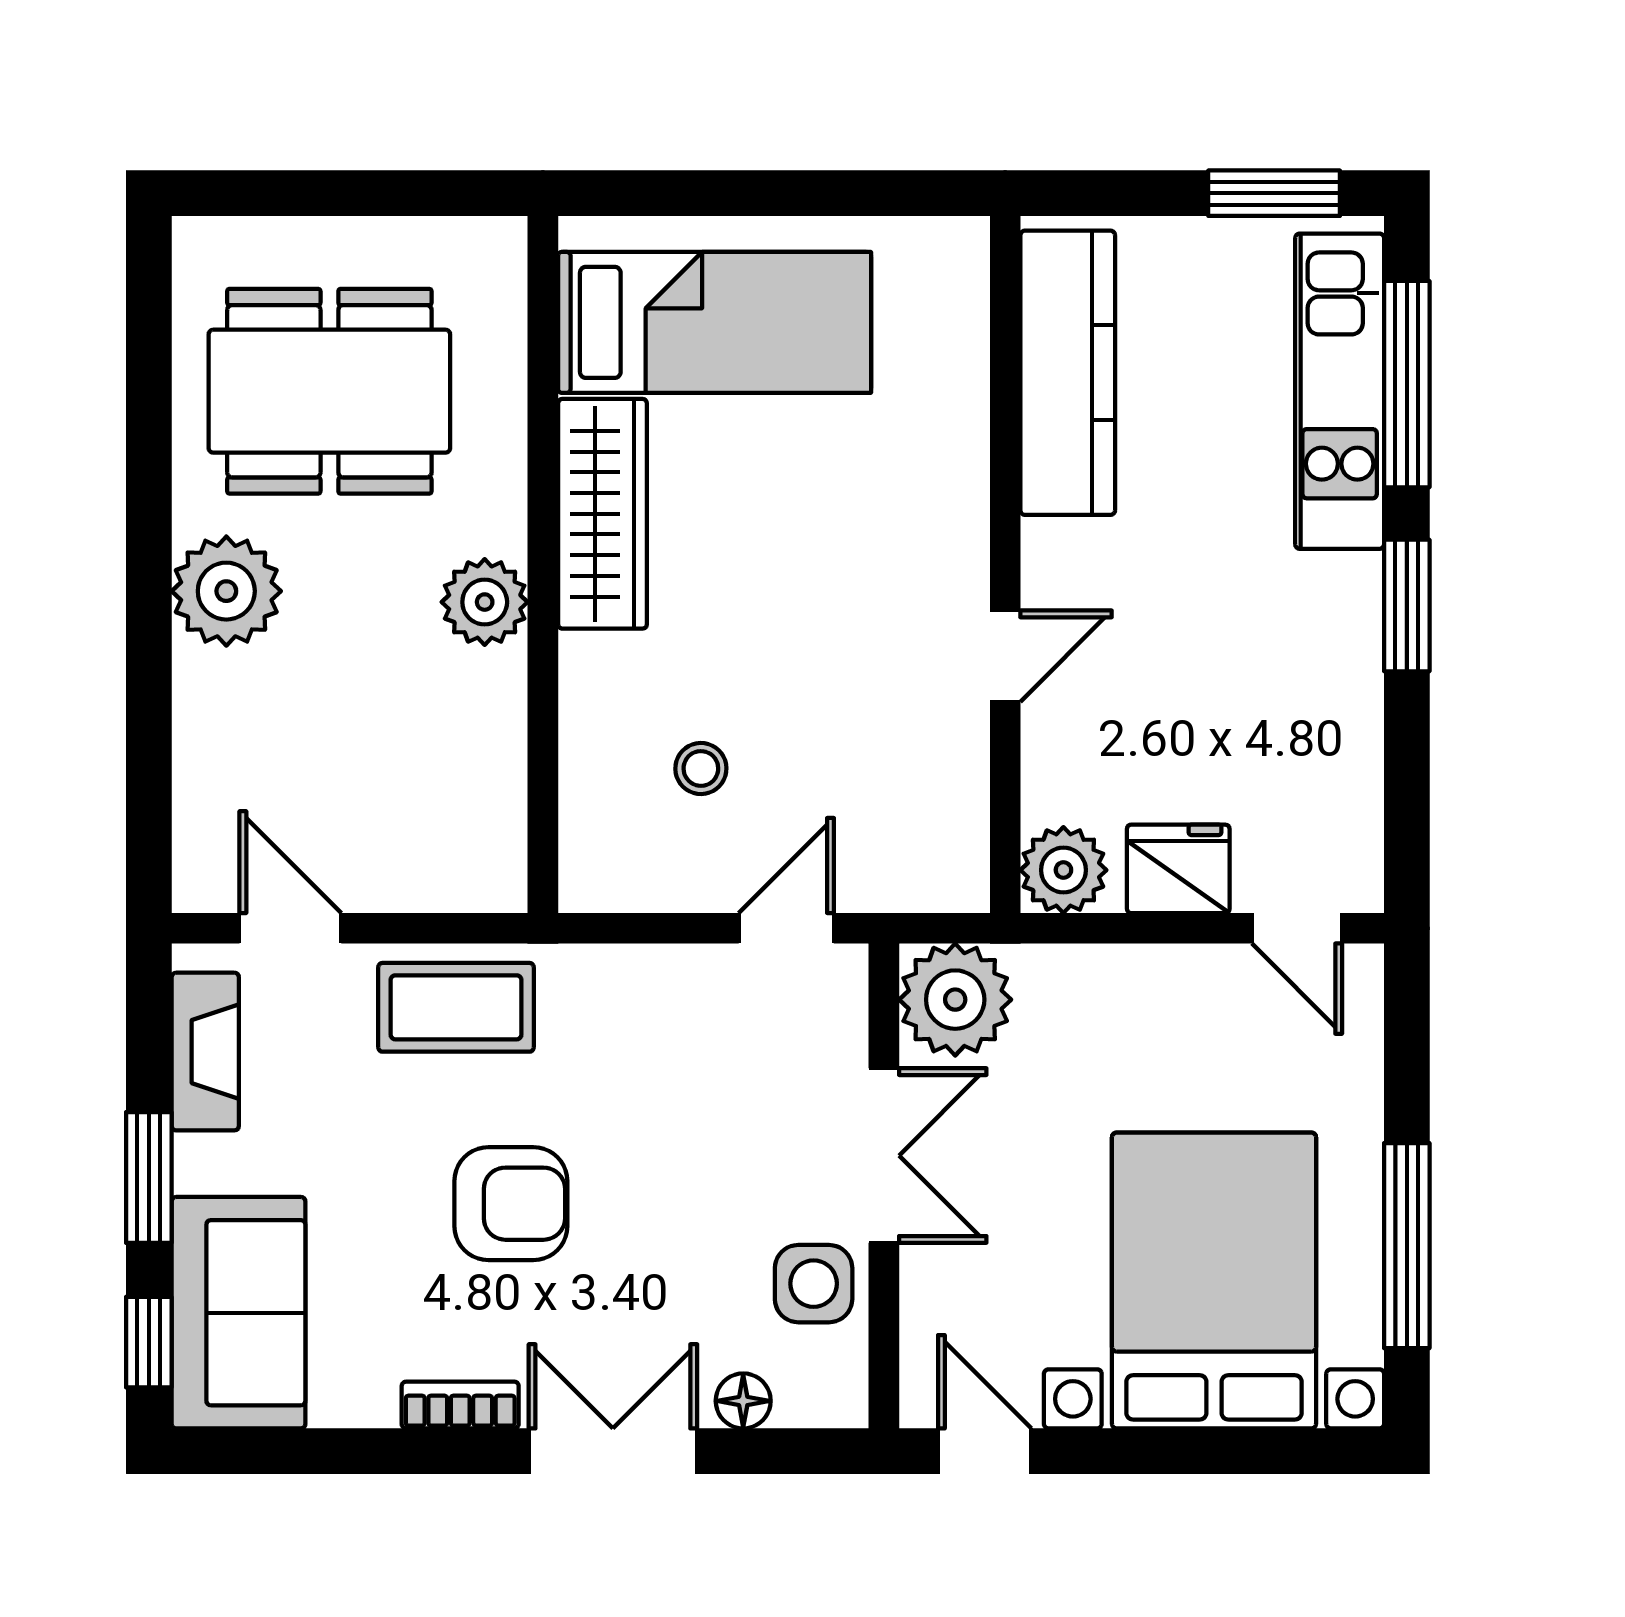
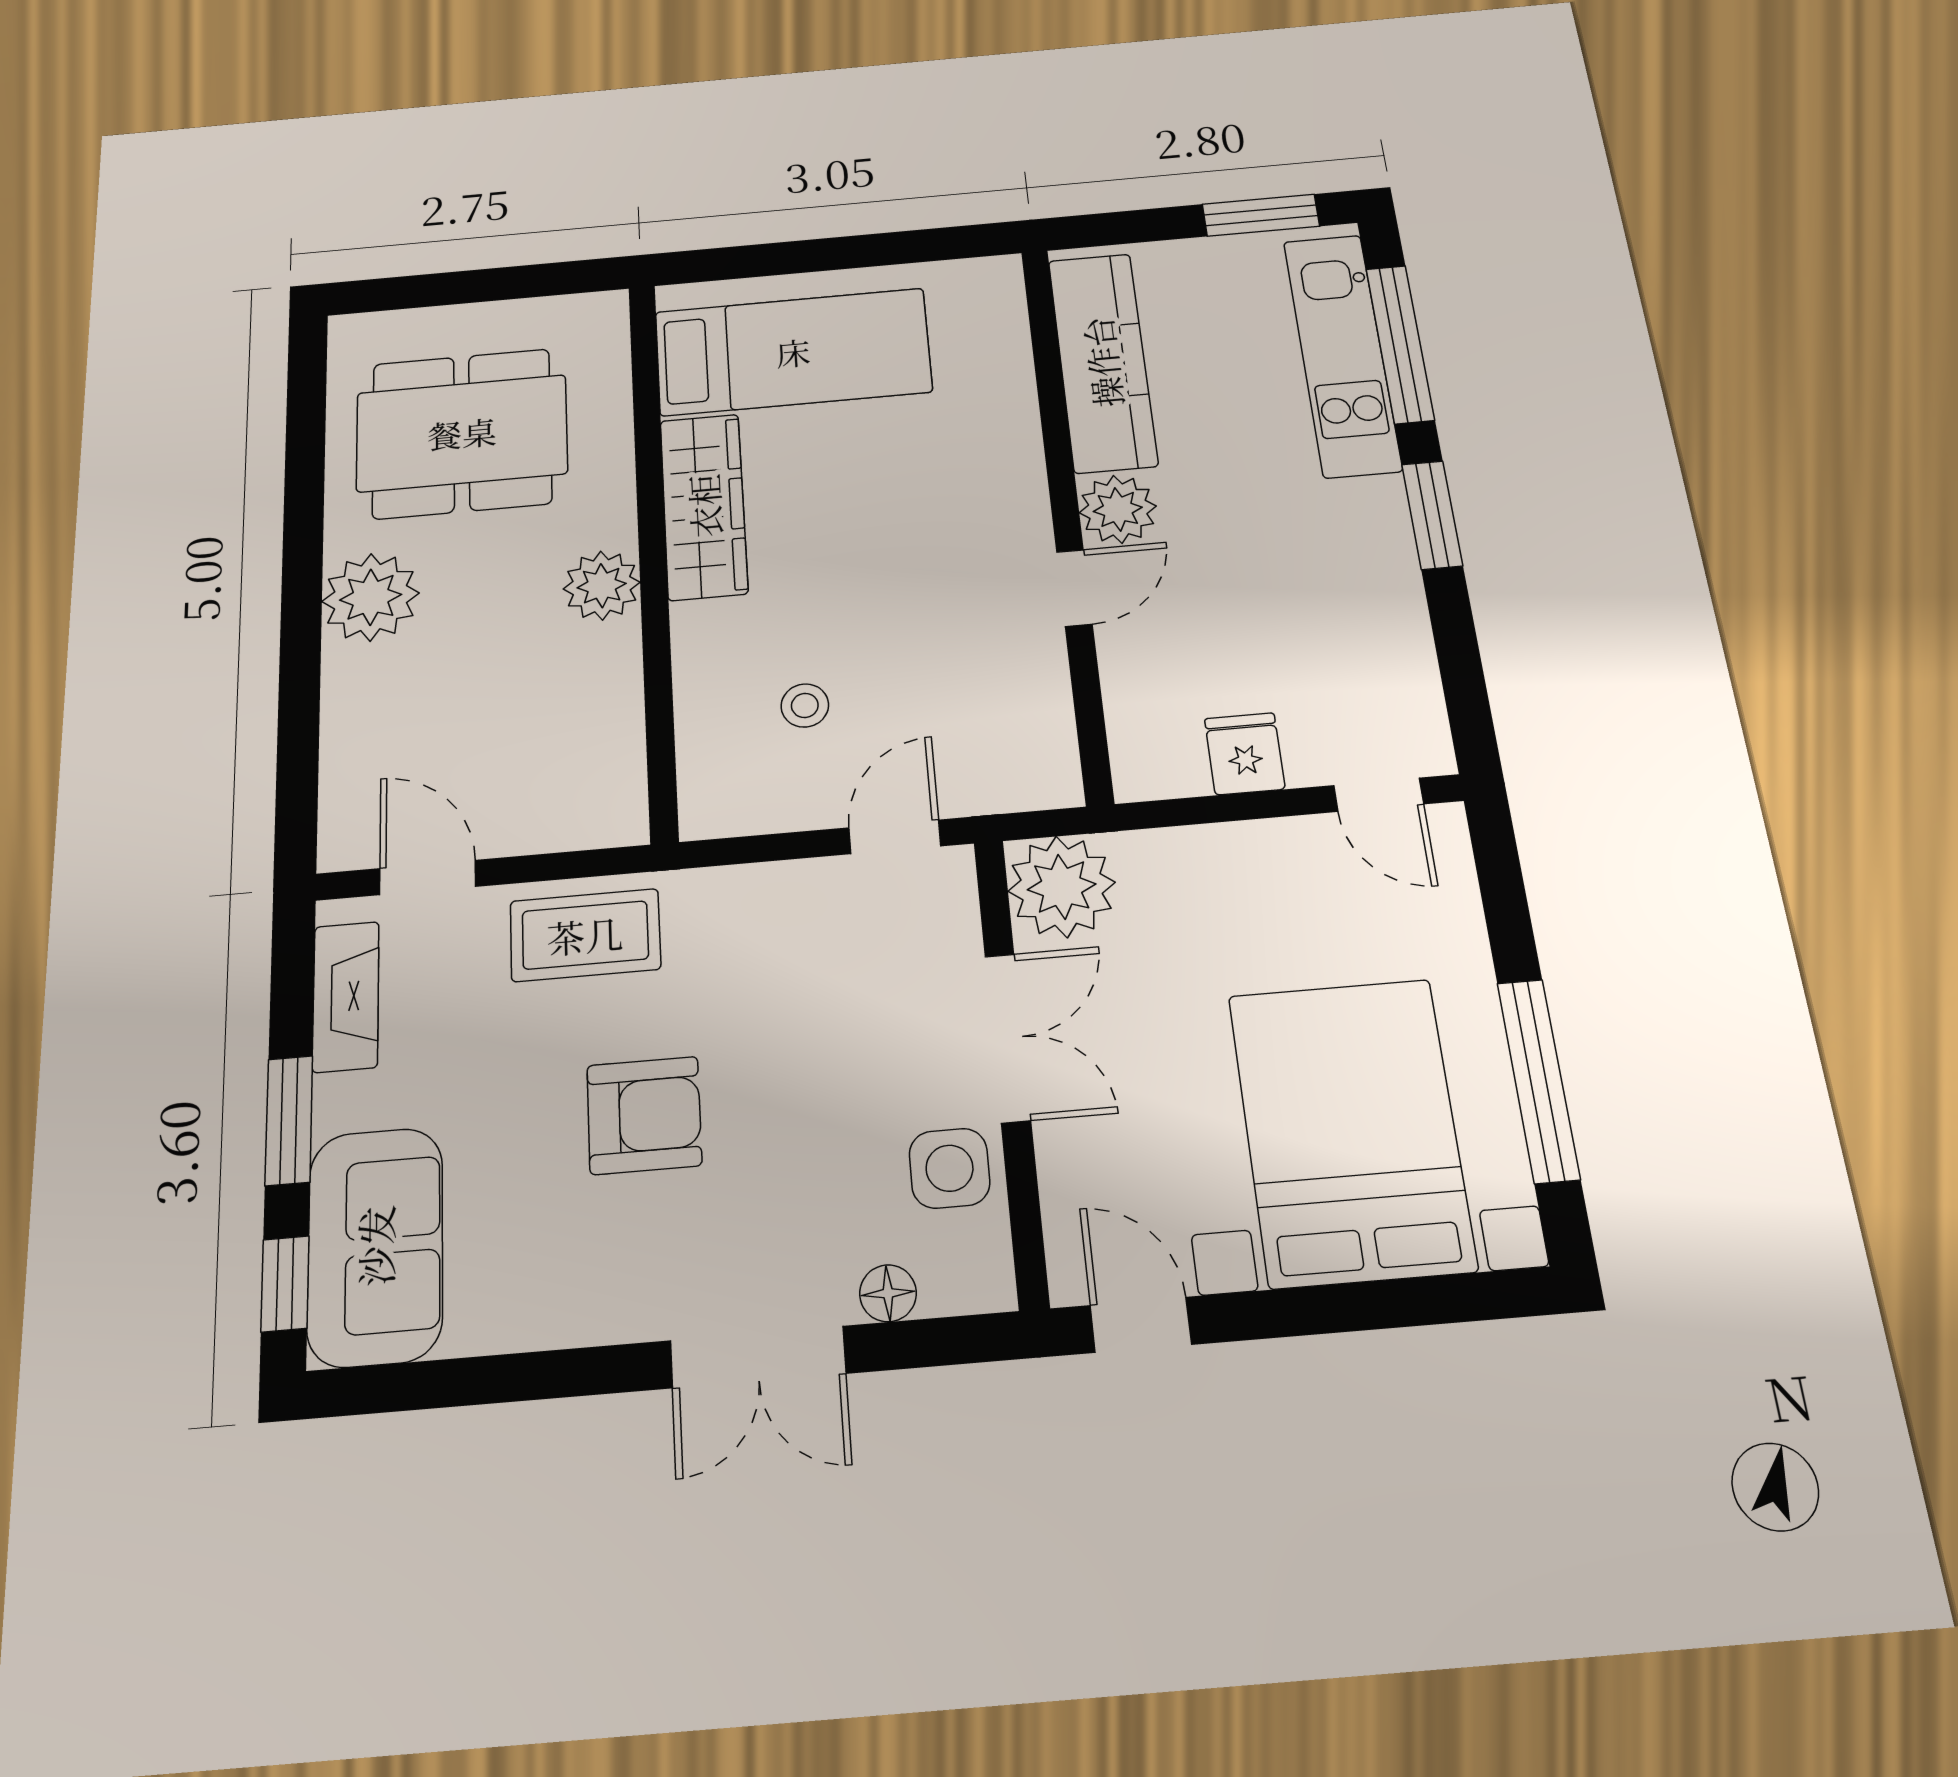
fridge: (1178, 869) -> (1245, 754), width x0.72
plant: (1063, 870) -> (1118, 509), moved
bookcase: (460, 1405) -> (600, 1322), removed
double door: (613, 1451) -> (758, 1357), swing flipped

